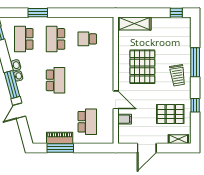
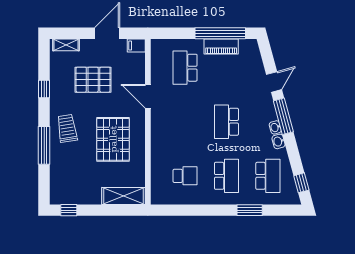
pallet: (170, 114) -> (93, 80), moved
filing cabinet: (125, 119) -> (136, 46), moved
window: (60, 148) -> (220, 33), width x1.46

